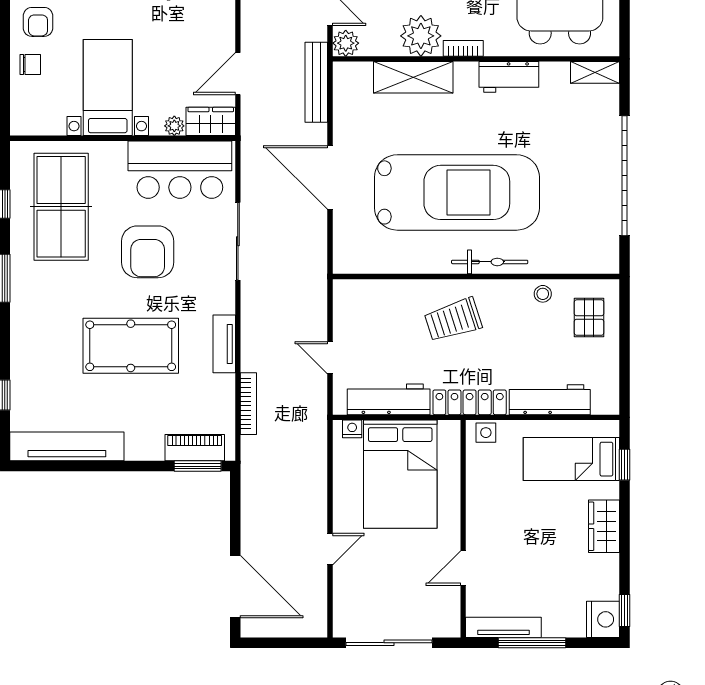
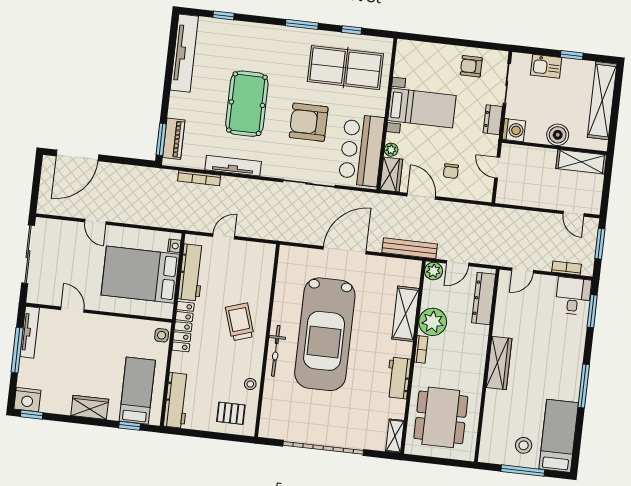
chair: (30, 64) -> (451, 171), moved
tv unit: (224, 344) -> (233, 166), width x1.41
workbench: (550, 400) -> (177, 400), moved

